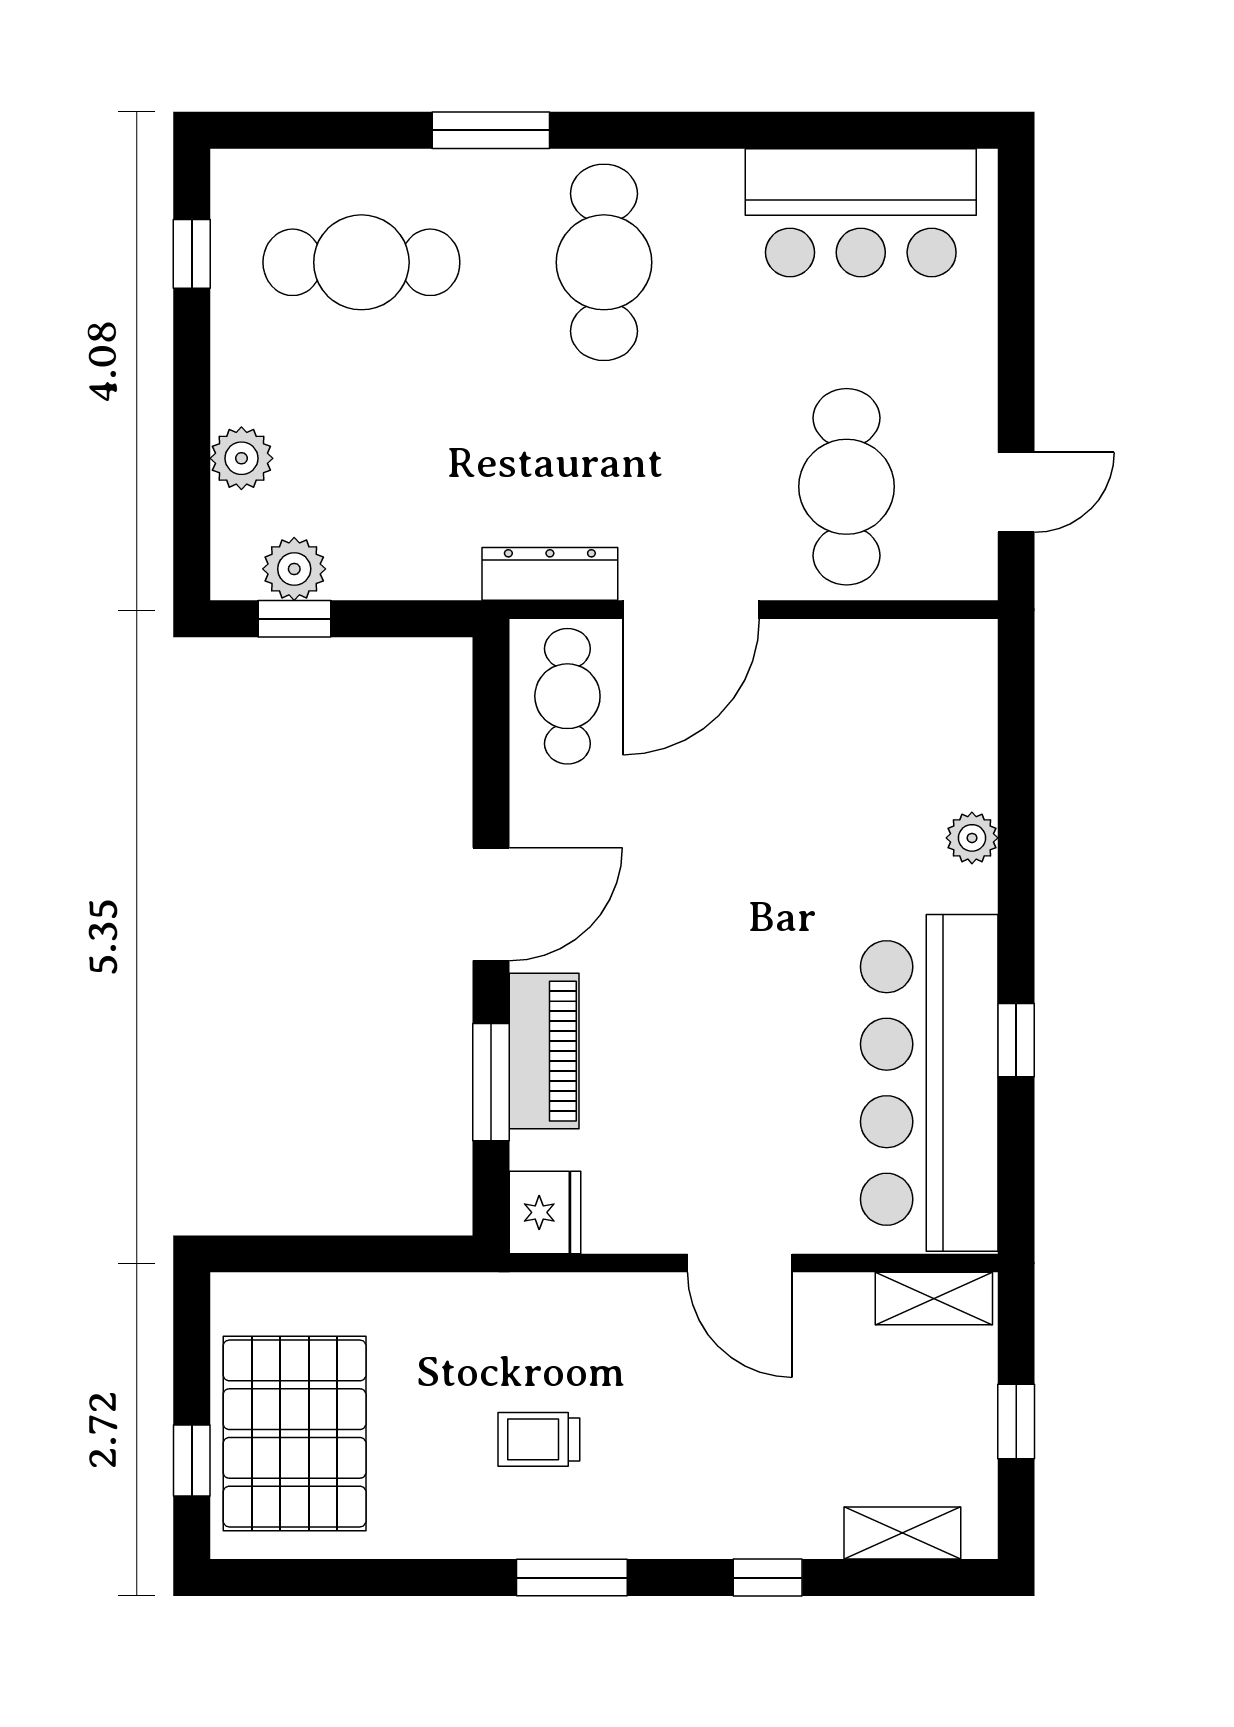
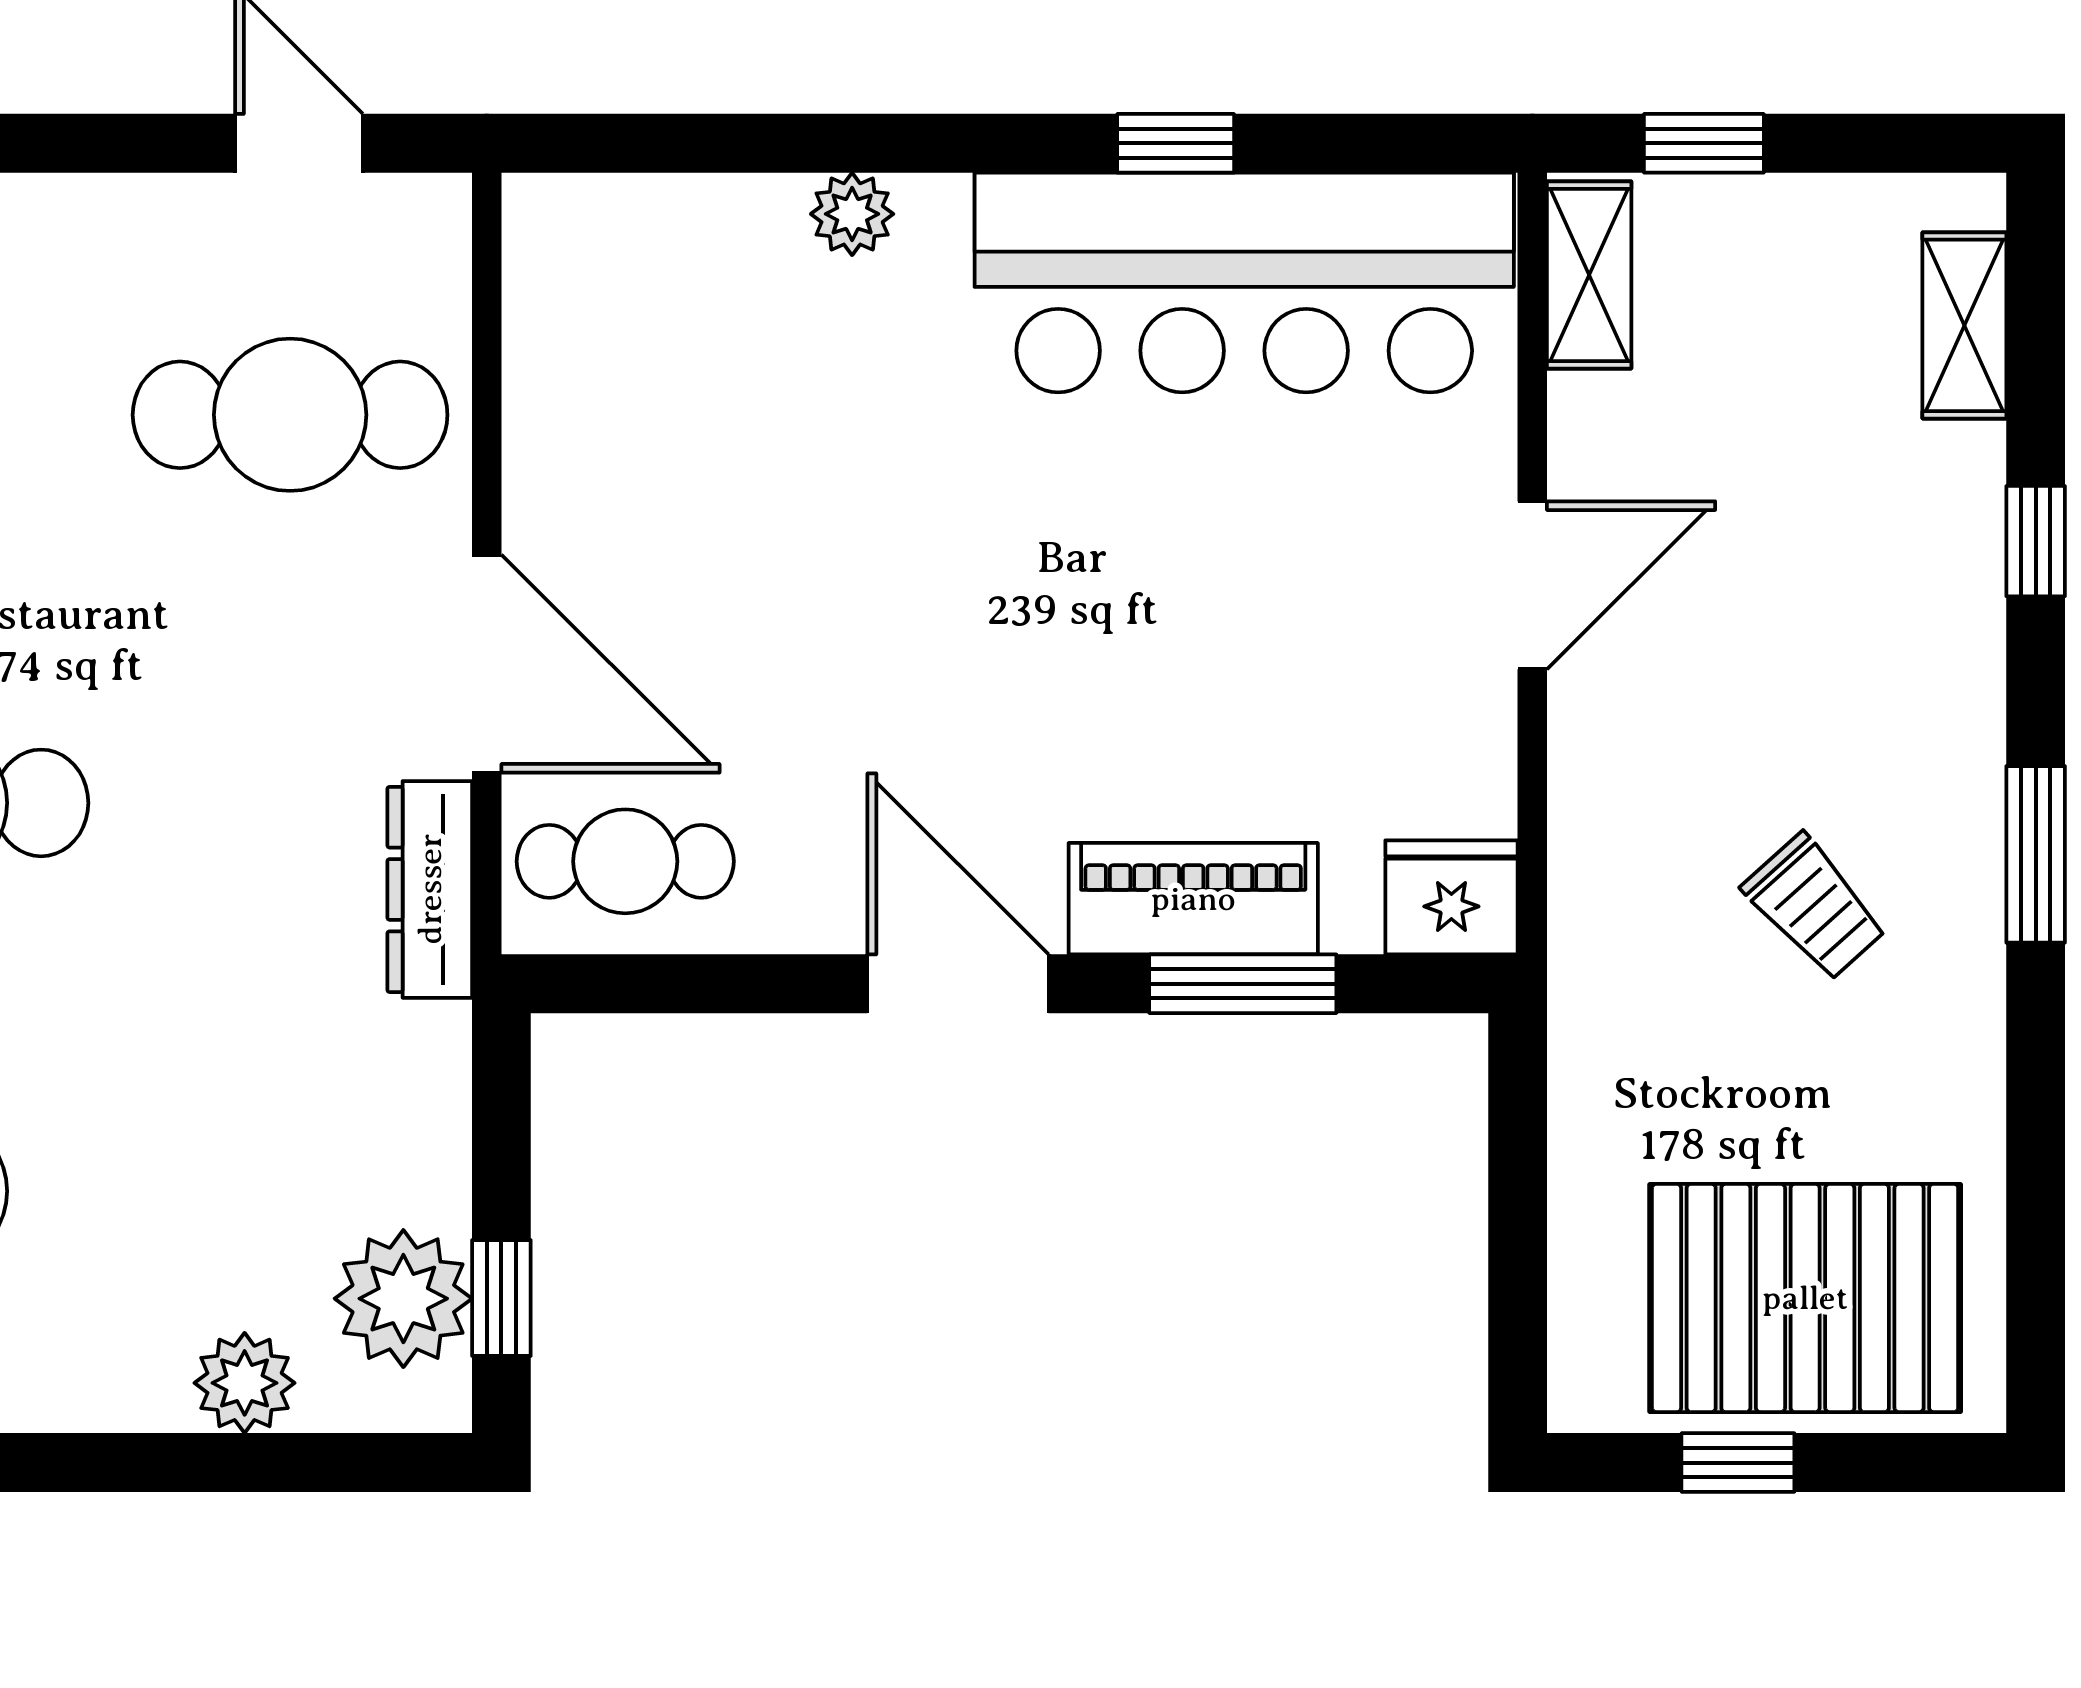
plant: (294, 569) -> (403, 1299), width x1.36, depth x1.36
window: (1016, 1422) -> (1704, 143), moved
trolley: (539, 1439) -> (1815, 907), turned -42
window: (192, 1460) -> (1738, 1463), moved

